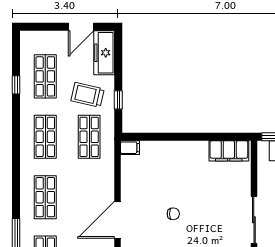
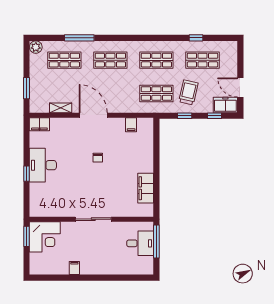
freezer: (104, 53) -> (225, 105), width x0.71
window: (118, 61) -> (214, 116), added
filing cabinet: (130, 148) -> (131, 125), moved
filing cabinet: (229, 151) -> (146, 188), moved

